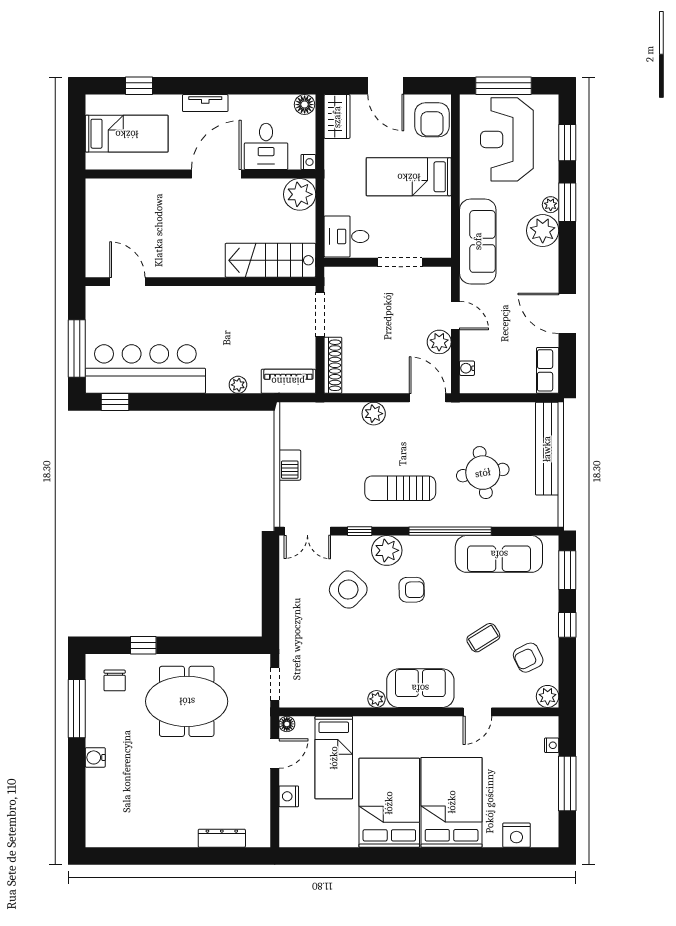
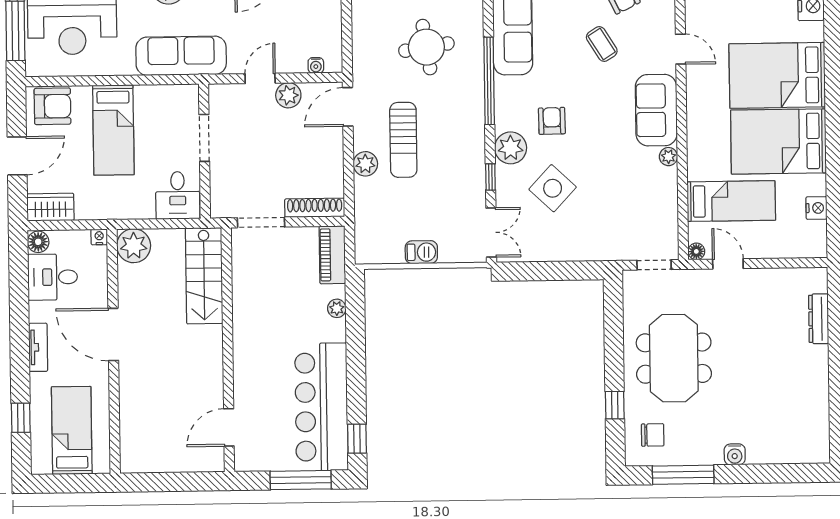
desk: (266, 146) -> (53, 277), moved, turned 180
sun lounger: (400, 488) -> (403, 140), moved
nightstand: (289, 796) -> (816, 208), moved, turned -90

